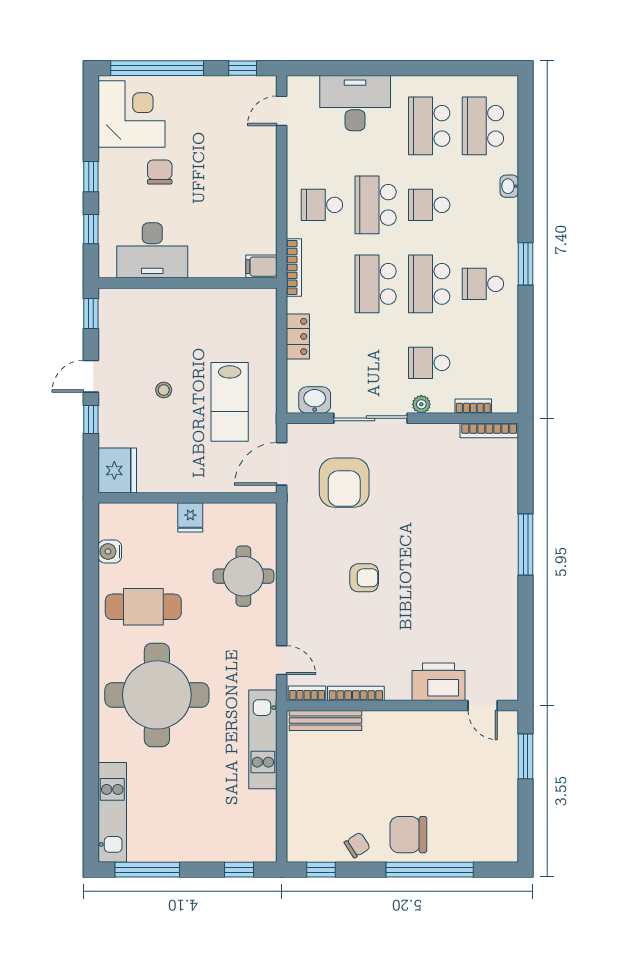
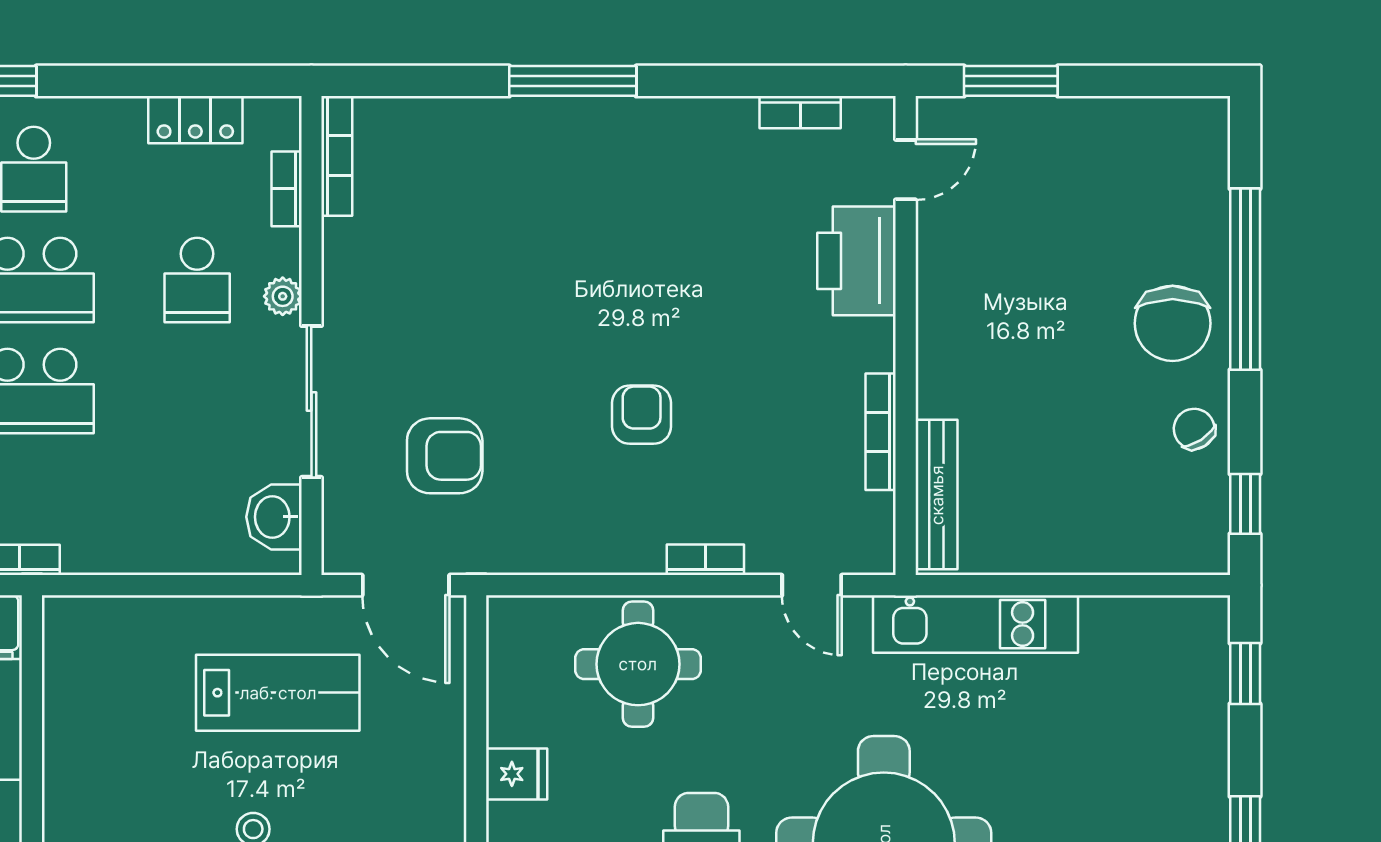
locker: (298, 336) -> (195, 120), moved, turned 180
armchair: (344, 483) -> (445, 456), width x0.73, depth x0.73
bookcase: (510, 654) -> (800, 112), added
door: (282, 660) -> (812, 585), swing flipped
bookcase: (307, 693) -> (705, 560), moved, turned 90

